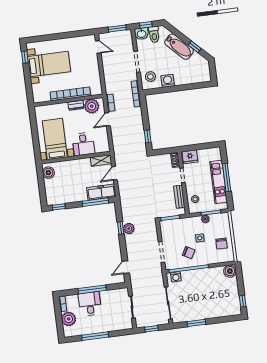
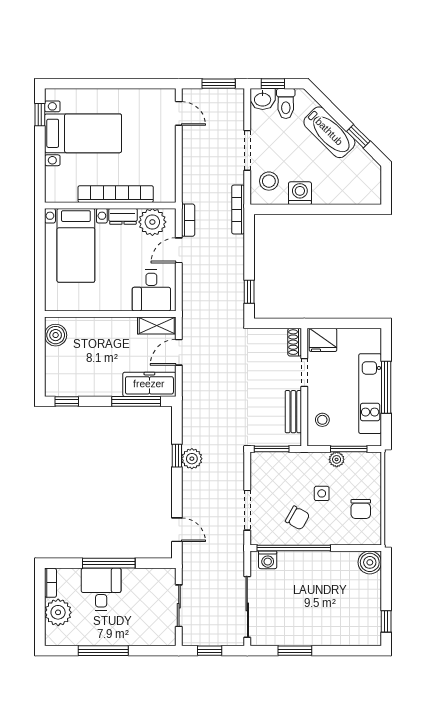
bed with nightstands: (55, 139) -> (76, 245), moved, turned 180
desk: (83, 144) -> (151, 290), moved
door: (126, 267) -> (177, 530), swing flipped

